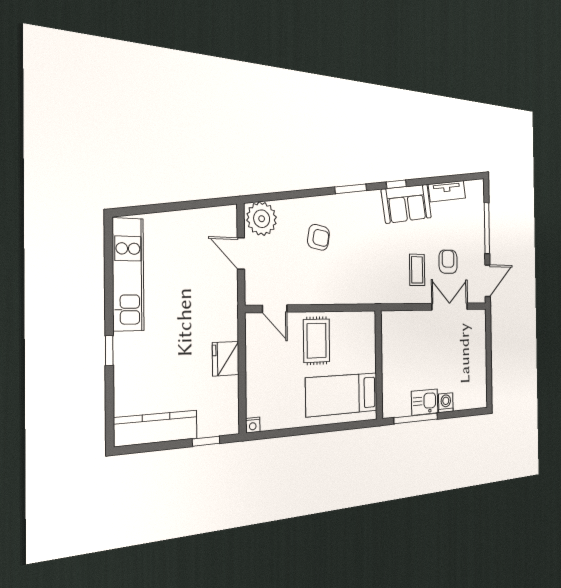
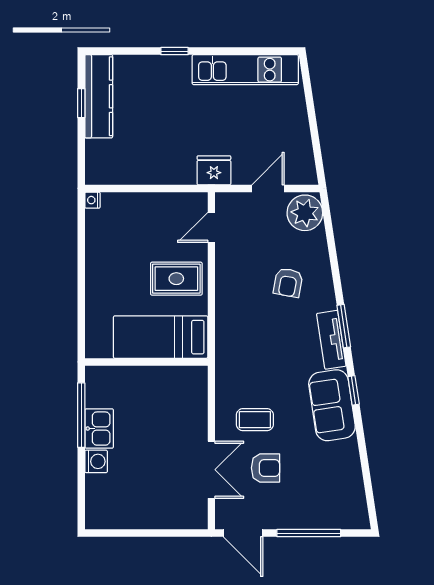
tv unit: (447, 191) -> (331, 340), moved
fridge: (226, 359) -> (214, 170), moved
bed: (342, 395) -> (161, 337), moved, turned -90
window: (206, 441) -> (81, 103), moved

